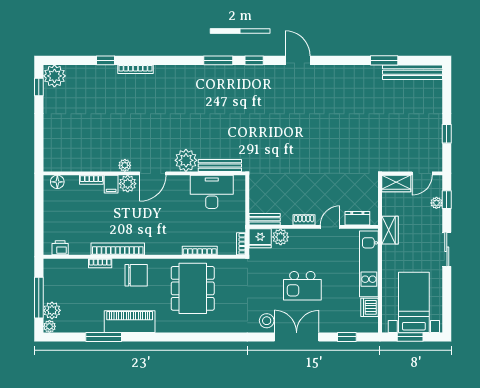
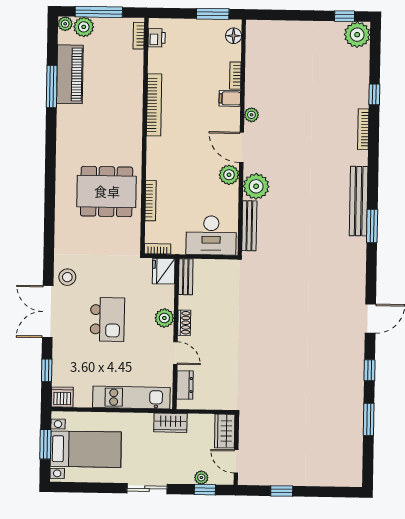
window: (254, 60) -> (370, 370), moved
bench: (412, 72) -> (359, 201), moved
plant: (128, 184) -> (229, 175), moved
desk: (212, 192) -> (211, 235), moved, turned 90
window: (39, 200) -> (213, 14), added
plant: (281, 237) -> (164, 318), moved
bookcase: (100, 263) -> (139, 36), moved
chair: (136, 275) -> (123, 126), removed
kitchen island: (302, 286) -> (107, 319), turned 180
dishwasher: (370, 307) -> (62, 397), moved
piano: (130, 322) -> (70, 74), moved
double door: (297, 337) -> (48, 312), swing flipped

